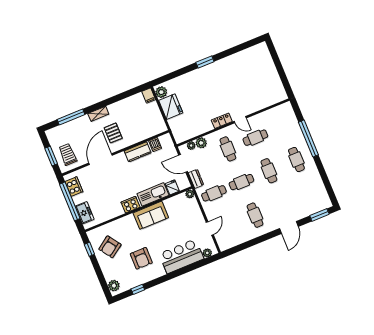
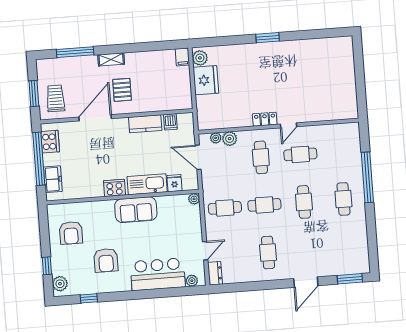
door: (240, 120) -> (289, 125), hinge flipped
dresser: (196, 179) -> (215, 273), moved
armchair: (110, 247) -> (71, 233), turned -55
window: (89, 249) -> (47, 266), moved

